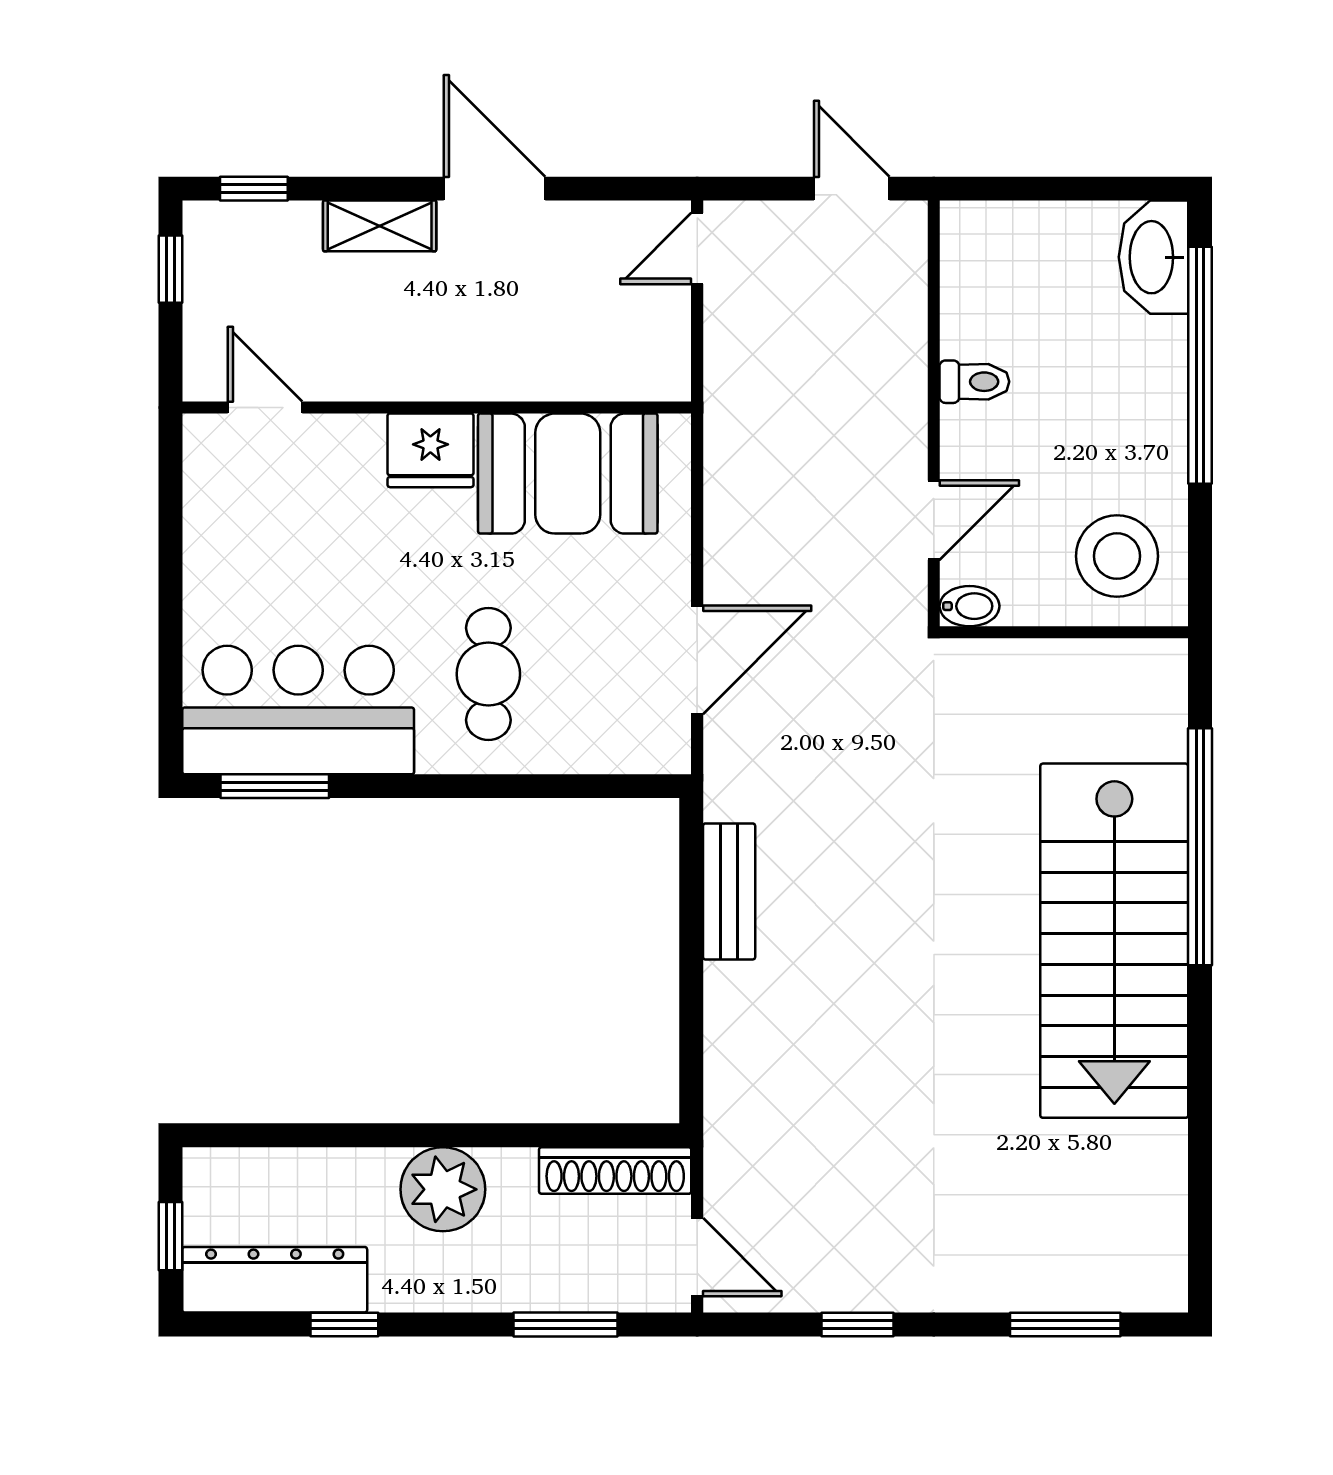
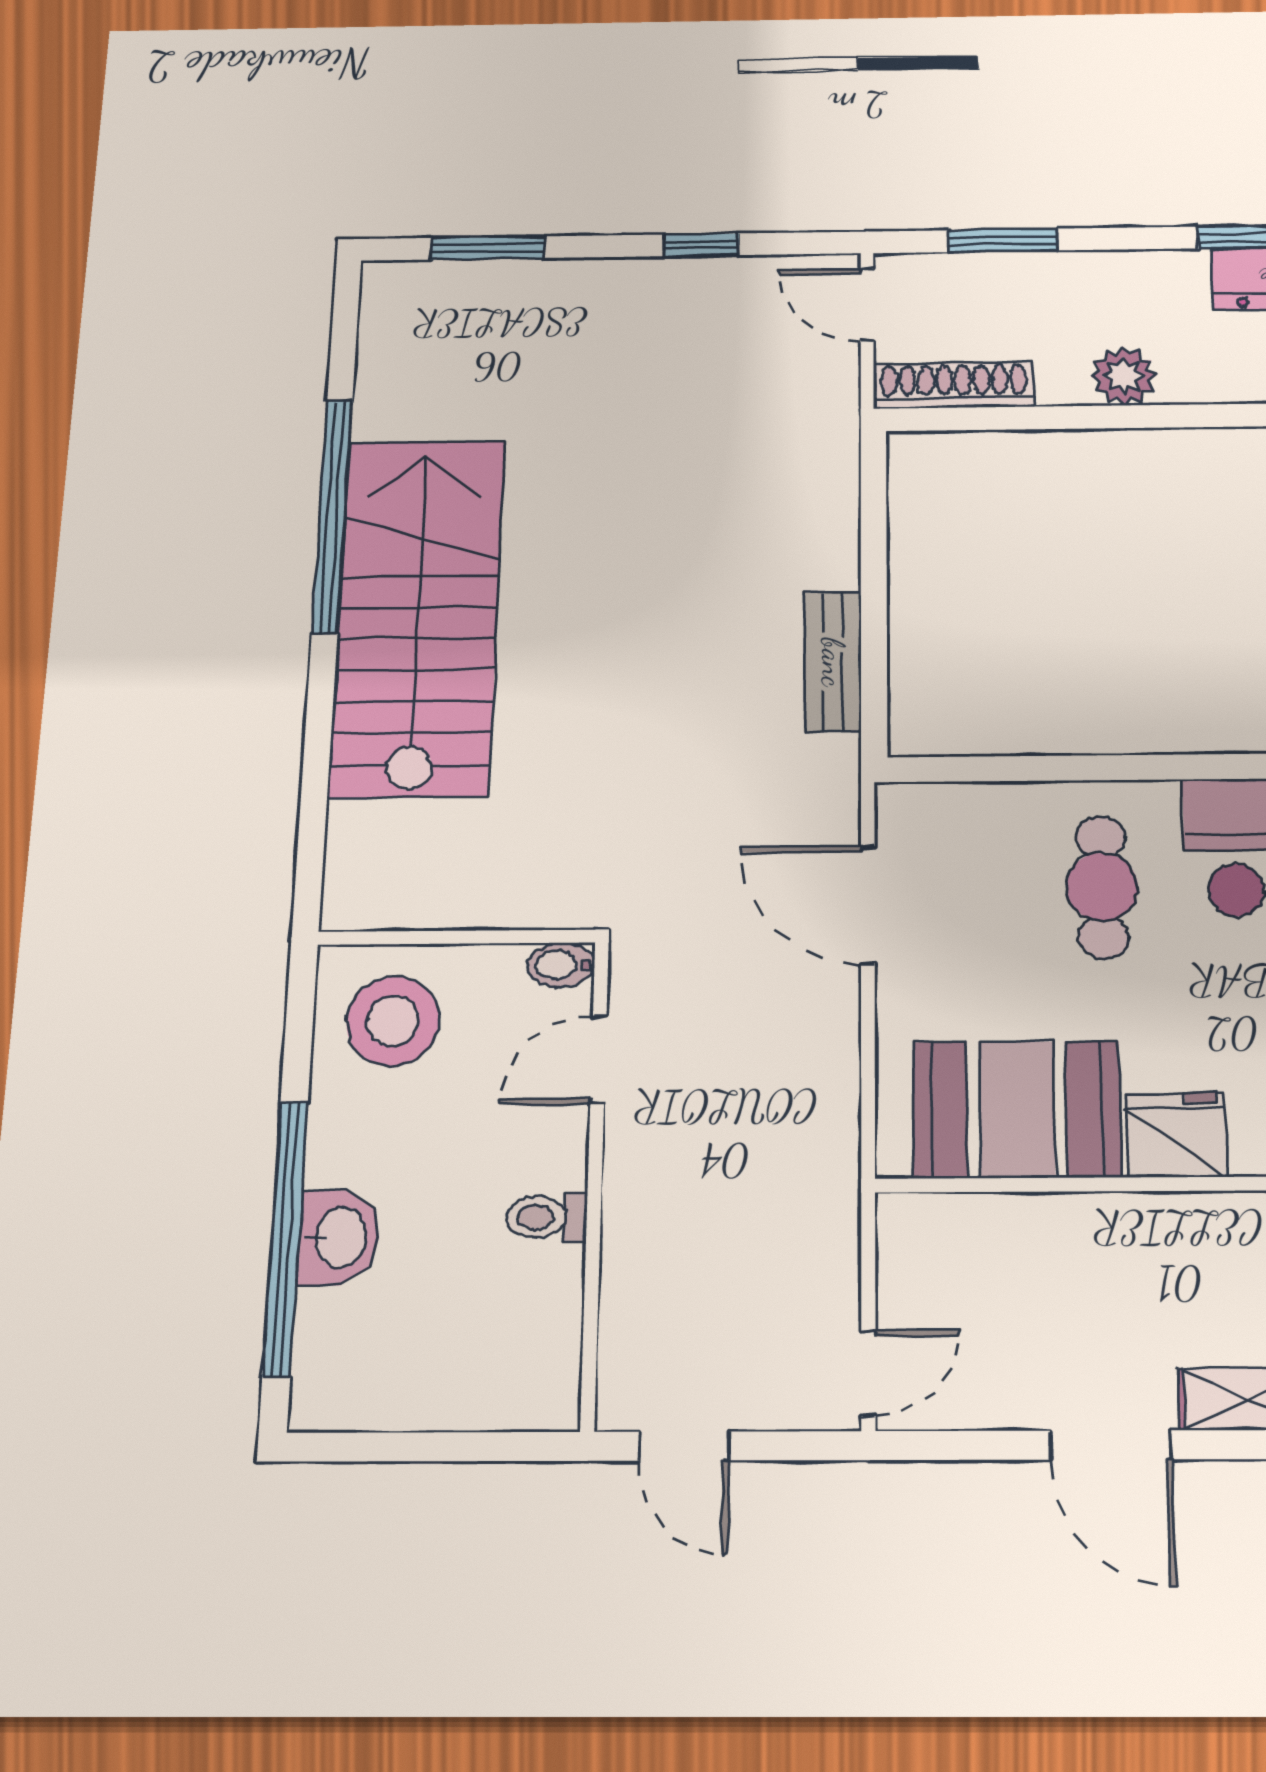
washbasin: (1153, 257) -> (339, 1238), moved, width x0.72
door: (697, 660) -> (868, 904), hinge flipped
window: (1200, 847) -> (332, 516), moved
plant: (443, 1189) -> (1124, 376), width x0.73, depth x0.73

